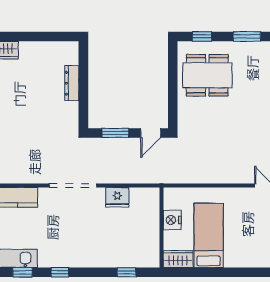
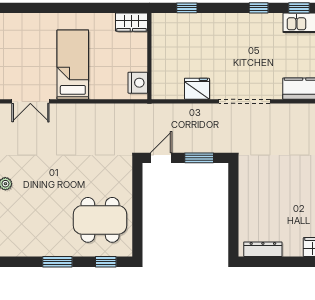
dresser: (72, 83) -> (263, 249), moved, turned -90
nightstand: (172, 220) -> (138, 83), moved
bed: (209, 235) -> (73, 65), moved, turned 180

